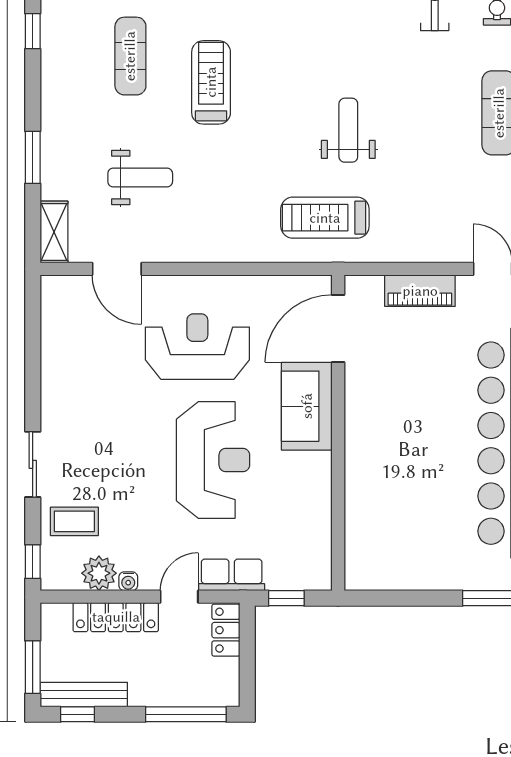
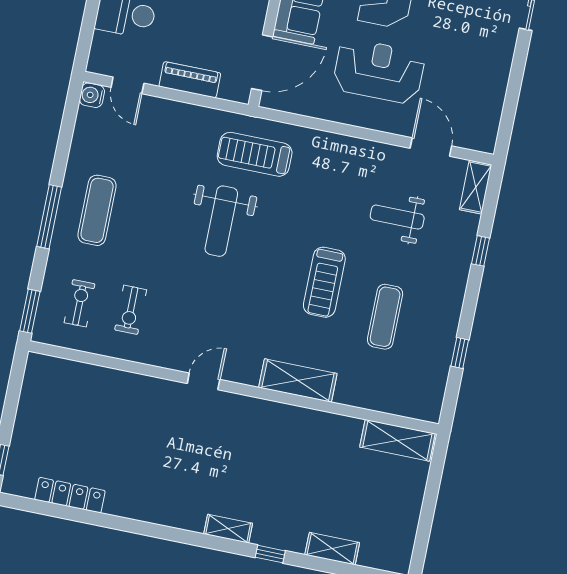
weight bench: (348, 130) -> (221, 221), width x1.36, depth x1.33
window: (33, 157) -> (481, 251), width x0.67
treadmill: (325, 218) -> (255, 154), turned 180
reception desk: (197, 347) -> (379, 71), turned 180

